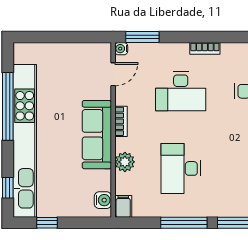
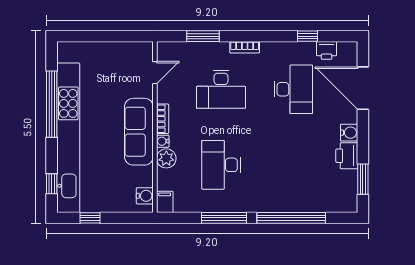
window: (142, 37) -> (203, 36), moved
water cooler: (121, 49) -> (163, 141), moved

